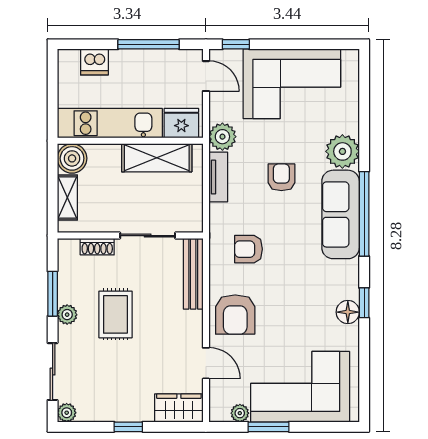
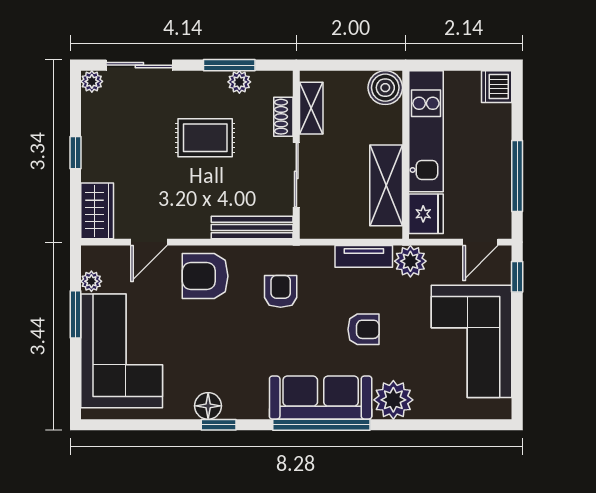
dishwasher: (94, 62) -> (497, 87), moved
shelving: (67, 198) -> (311, 108), moved, turned 90
plant: (67, 315) -> (239, 82), moved

